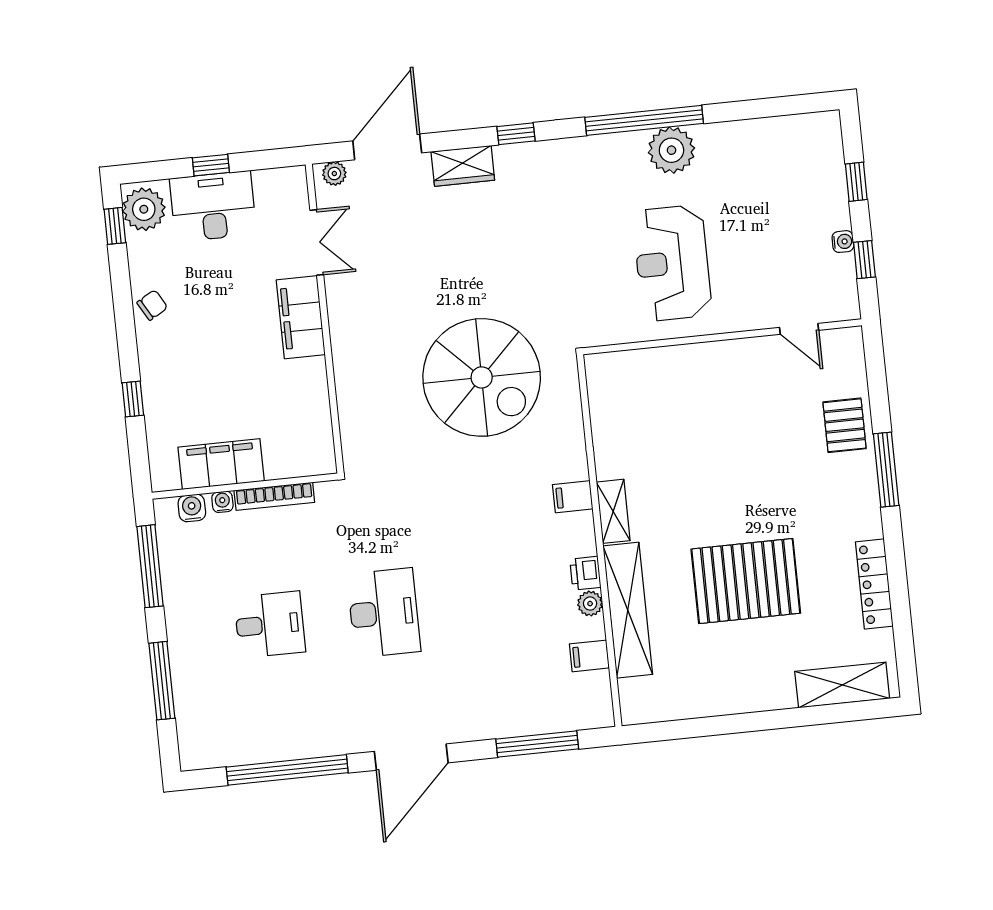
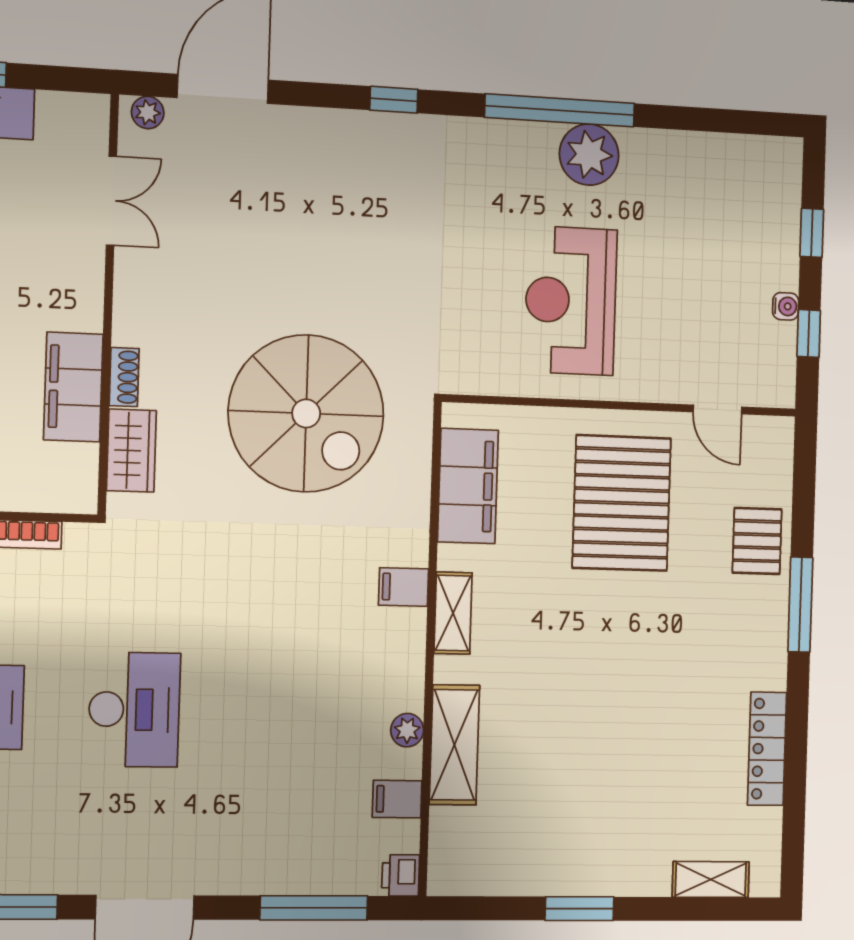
wardrobe: (463, 166) -> (131, 451), moved, turned -90
filing cabinet: (301, 317) -> (73, 387), moved
shoe rack: (343, 370) -> (124, 377), added
filing cabinet: (612, 414) -> (468, 486), added
printer: (585, 573) -> (401, 875), moved
pallet: (746, 581) -> (622, 503), moved, turned 90
shelving: (628, 610) -> (454, 745), width x0.68
shelving: (842, 685) -> (711, 880), width x0.67, depth x0.75
window: (742, 723) -> (580, 909), added

